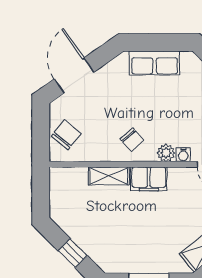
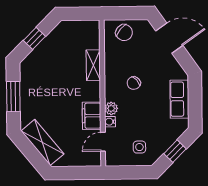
chair: (132, 140) -> (134, 83), moved
filing cabinet: (149, 179) -> (92, 116), moved

